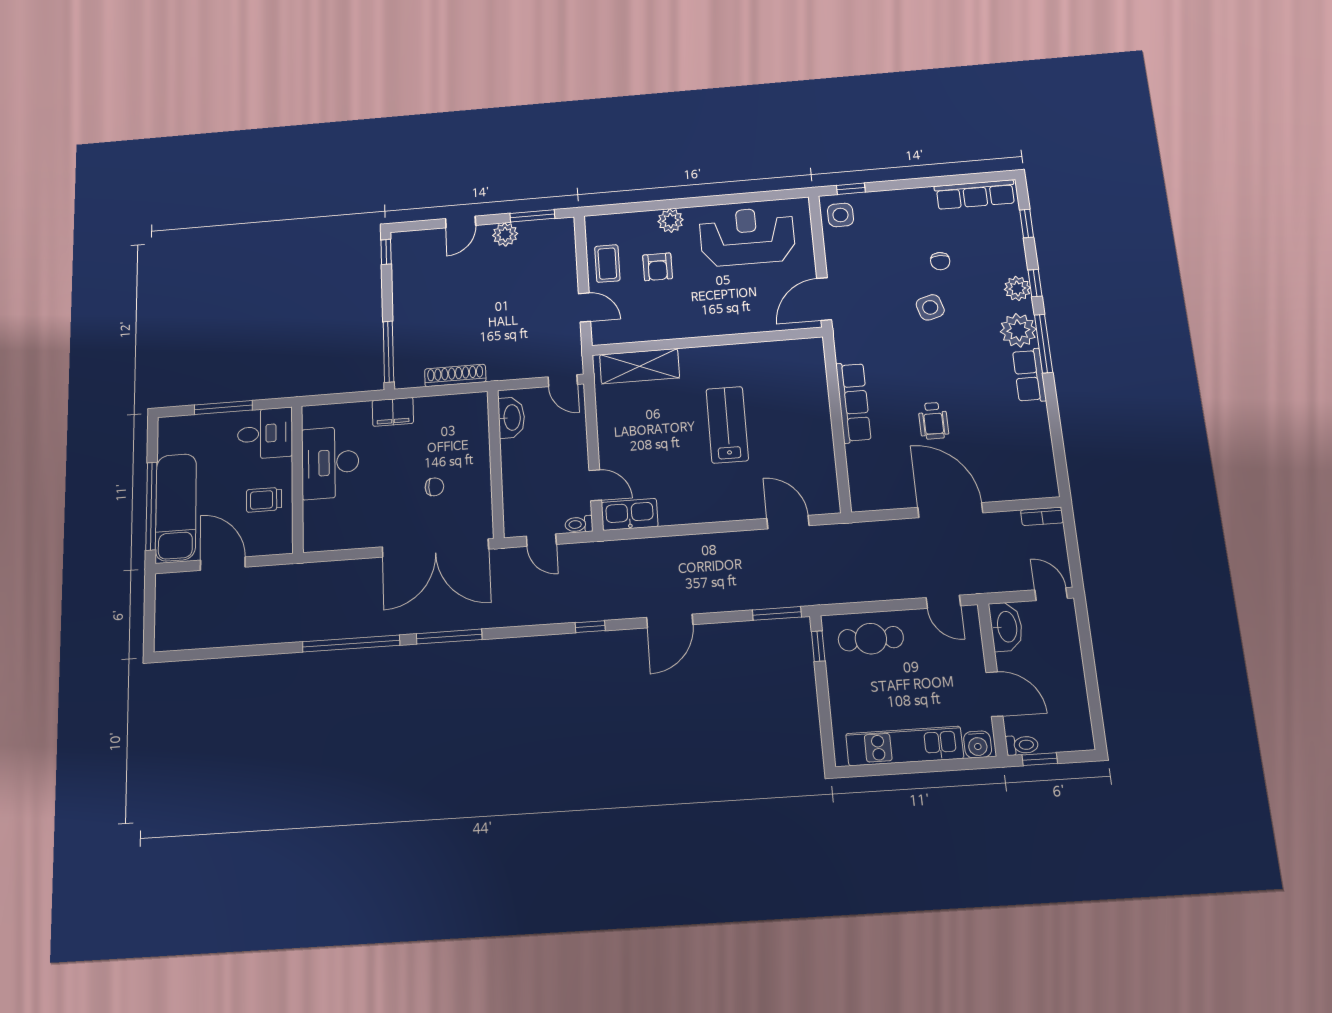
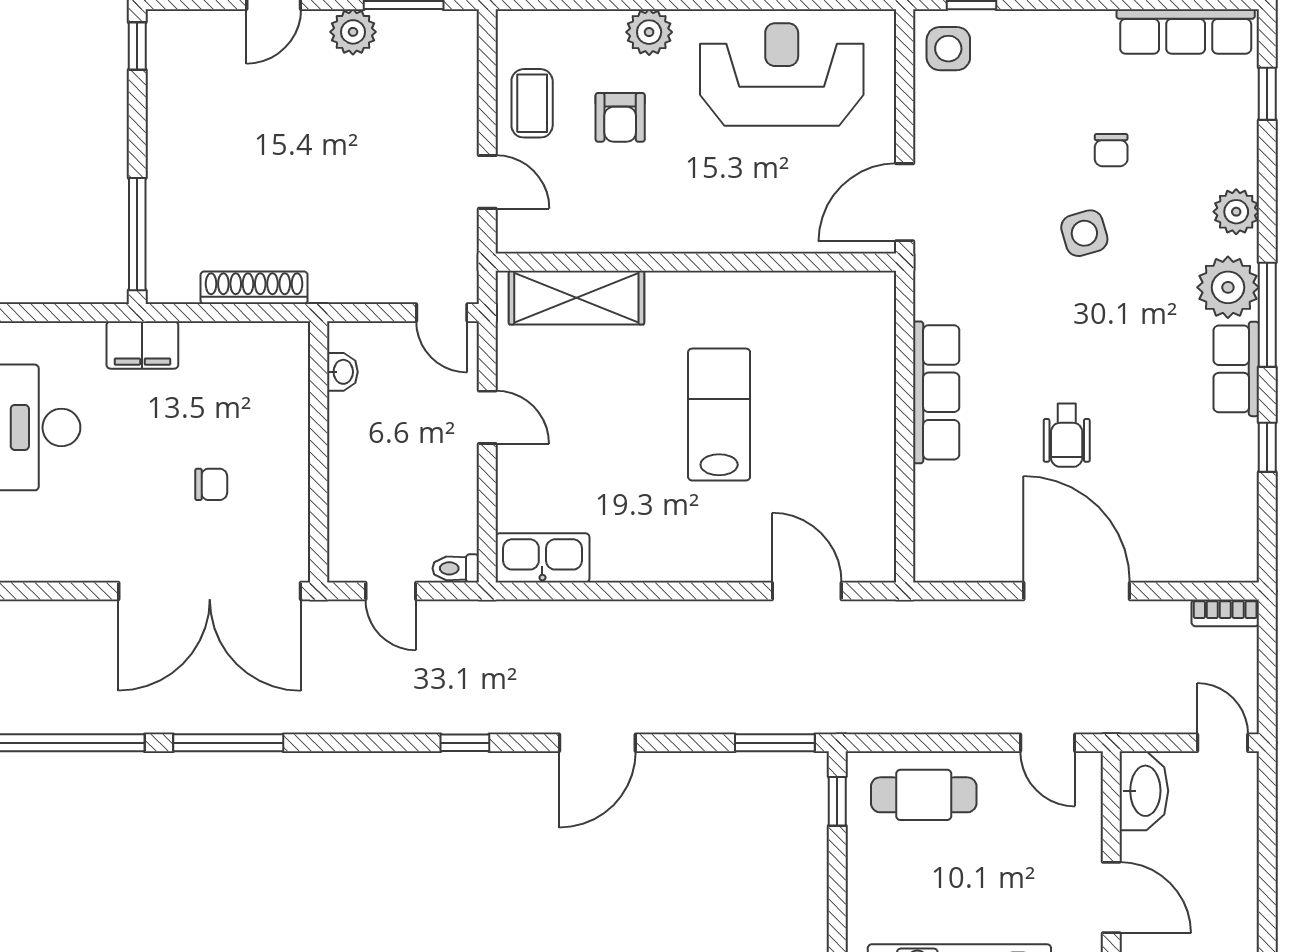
window: (1035, 283) -> (1267, 447), moved
washbasin: (511, 417) -> (342, 372), width x0.52, depth x0.69
door: (595, 485) -> (487, 417), moved

